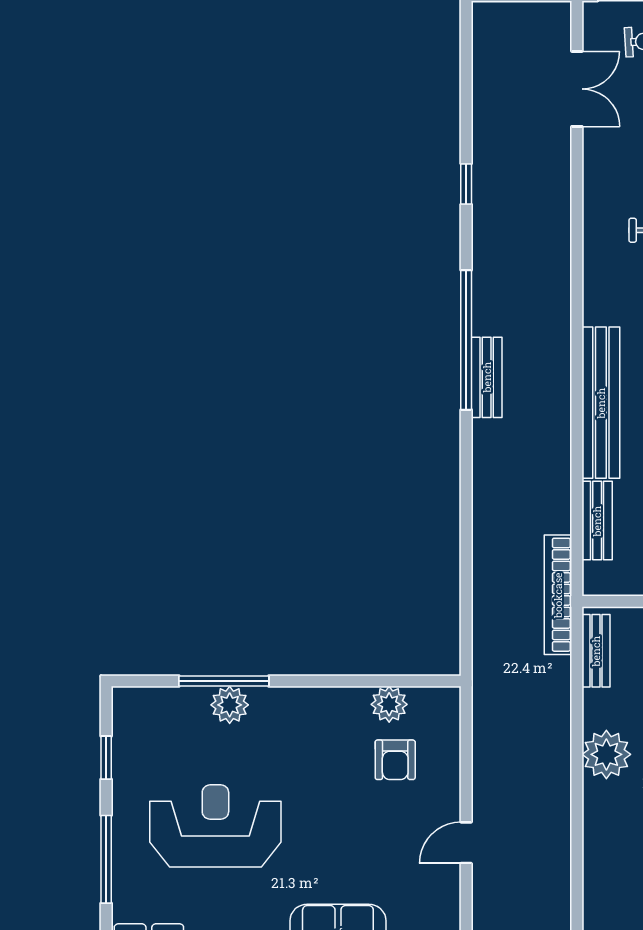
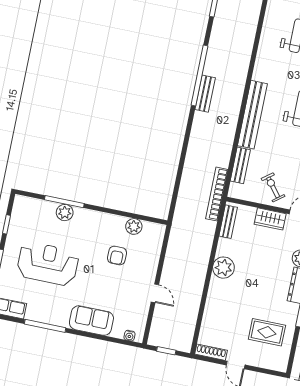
armchair: (395, 760) -> (117, 255), moved
door: (466, 843) -> (155, 293), swing flipped

